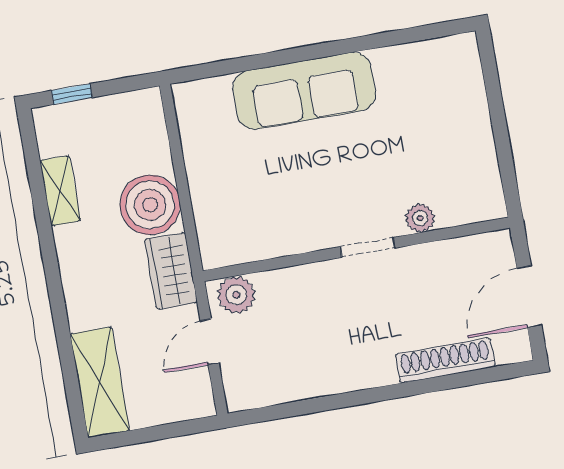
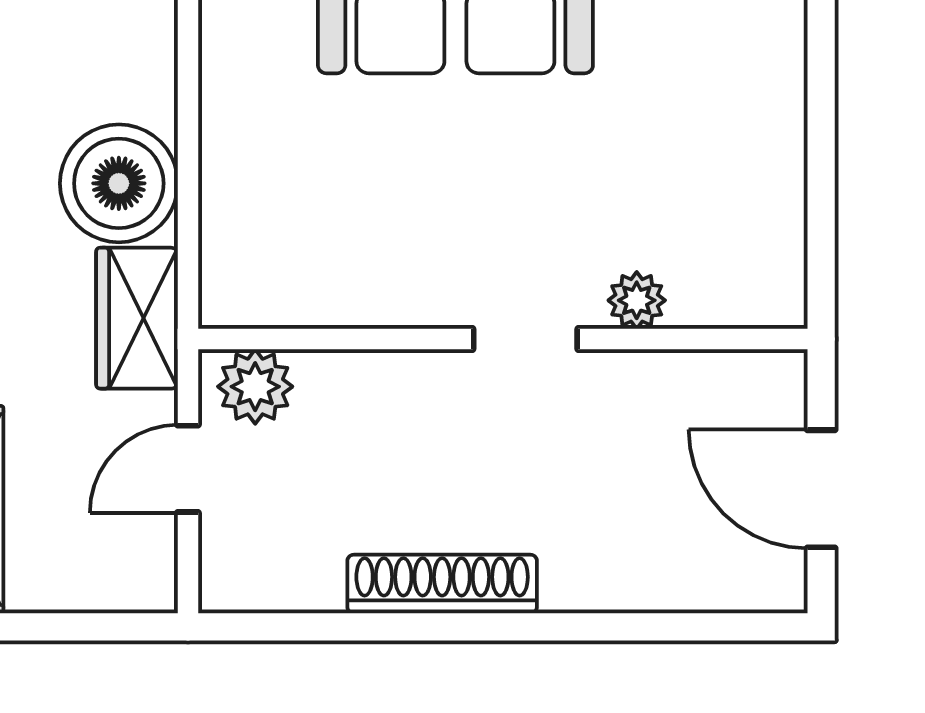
door: (529, 297) -> (821, 489), hinge flipped
shoe rack: (445, 360) -> (442, 584), moved

